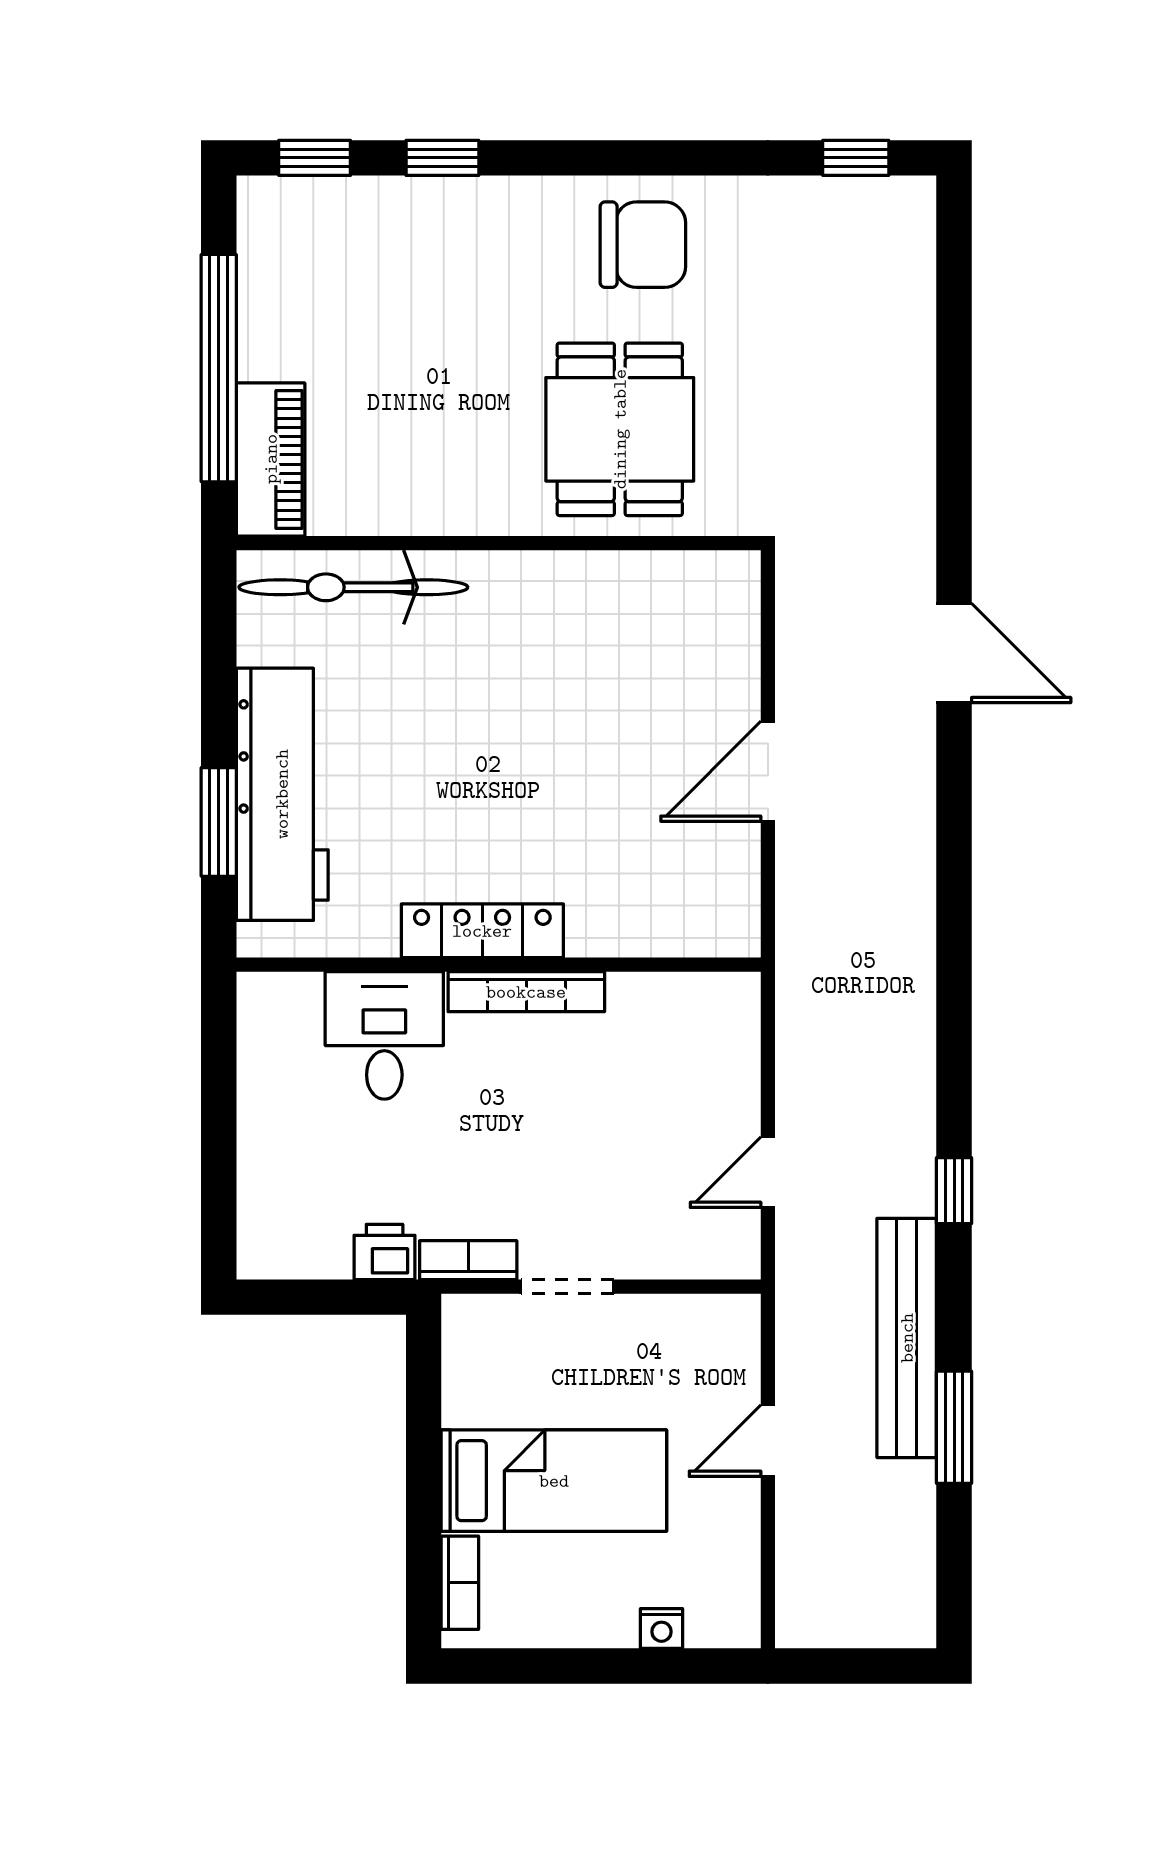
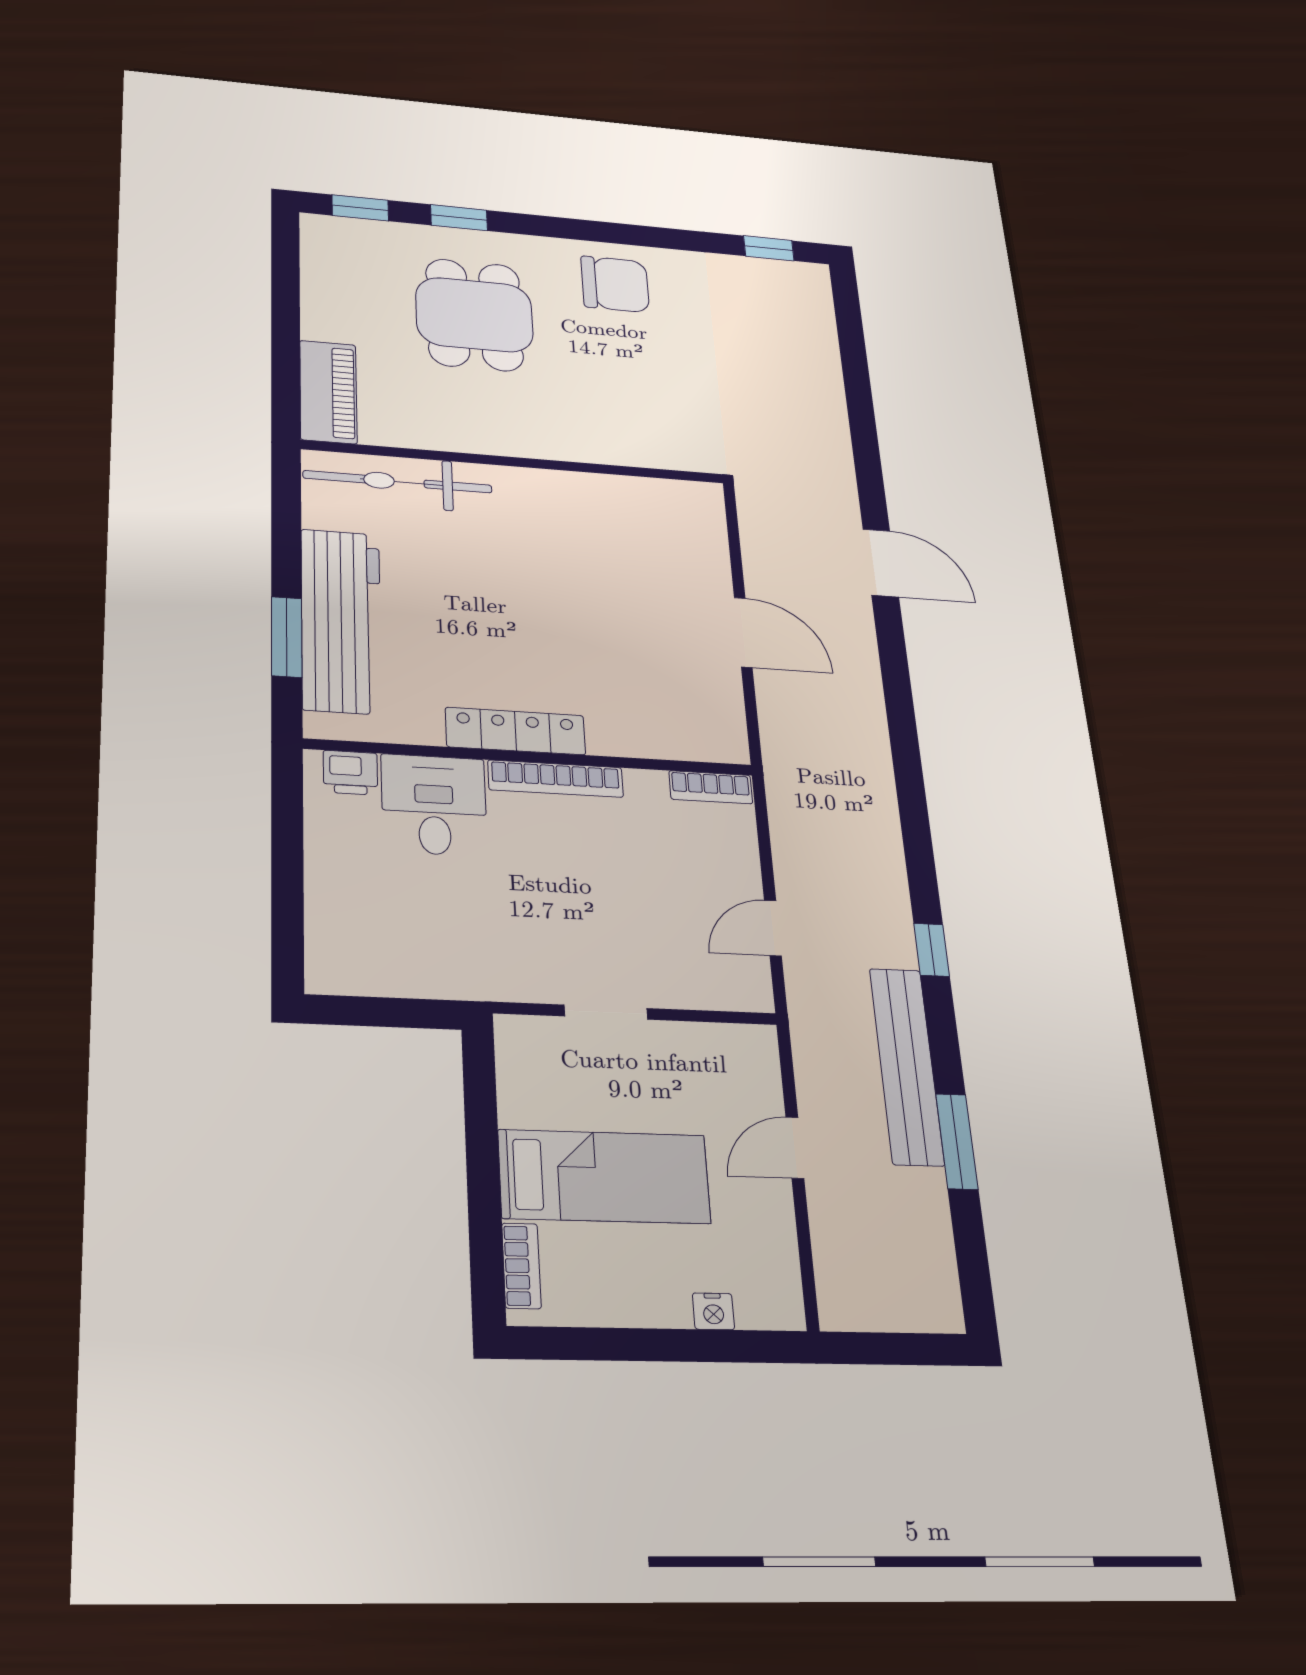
window: (219, 368) -> (286, 330), removed
dining table: (620, 429) -> (474, 315), moved
door: (768, 771) -> (743, 632), swing flipped
printer: (385, 1252) -> (350, 773), moved, turned 180
bookcase: (468, 1260) -> (711, 787), moved, turned 180

